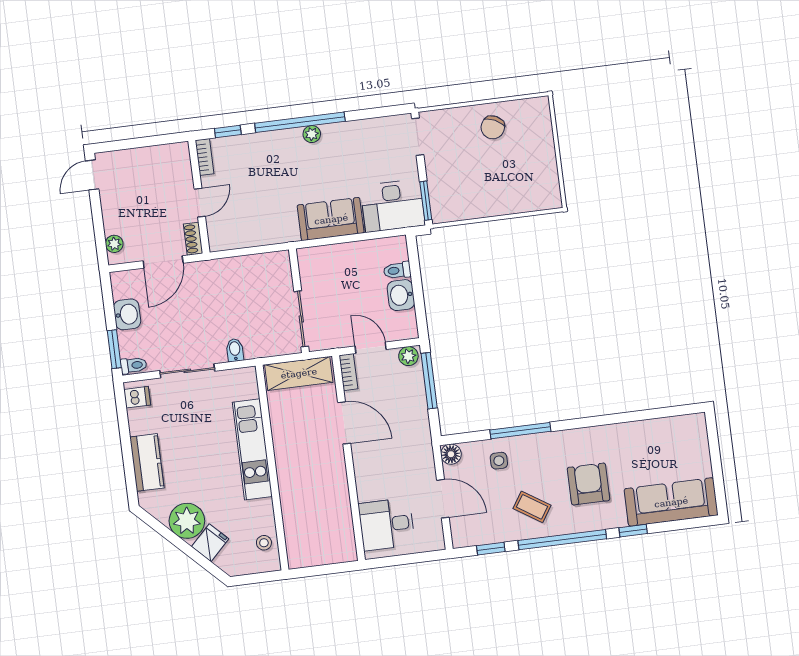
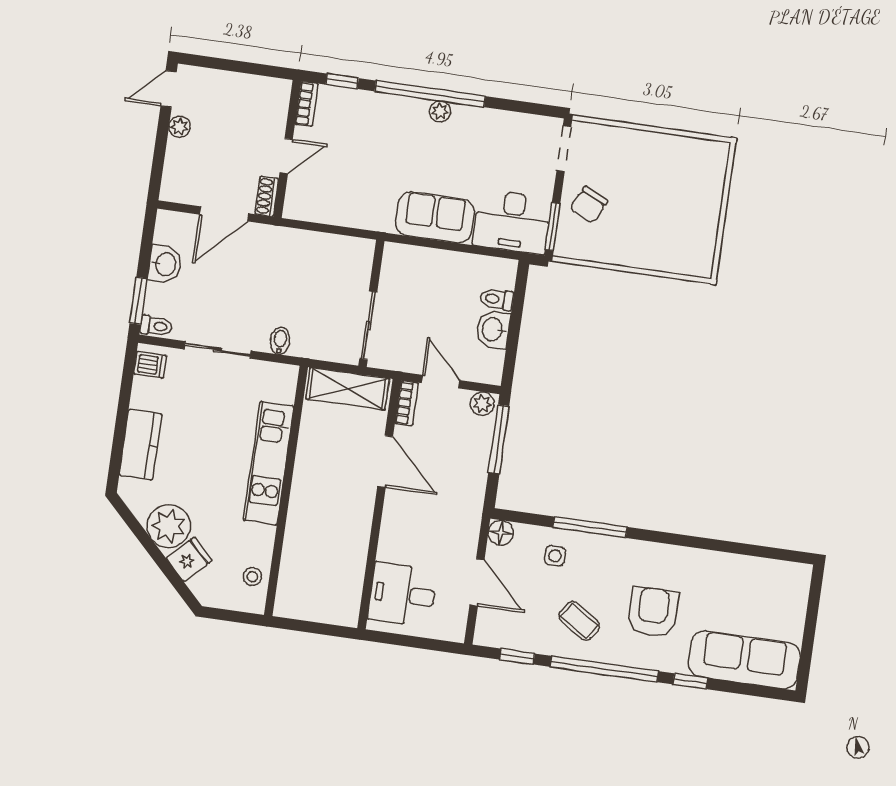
chair: (493, 127) -> (589, 205), moved
plant: (114, 244) -> (180, 127), moved

